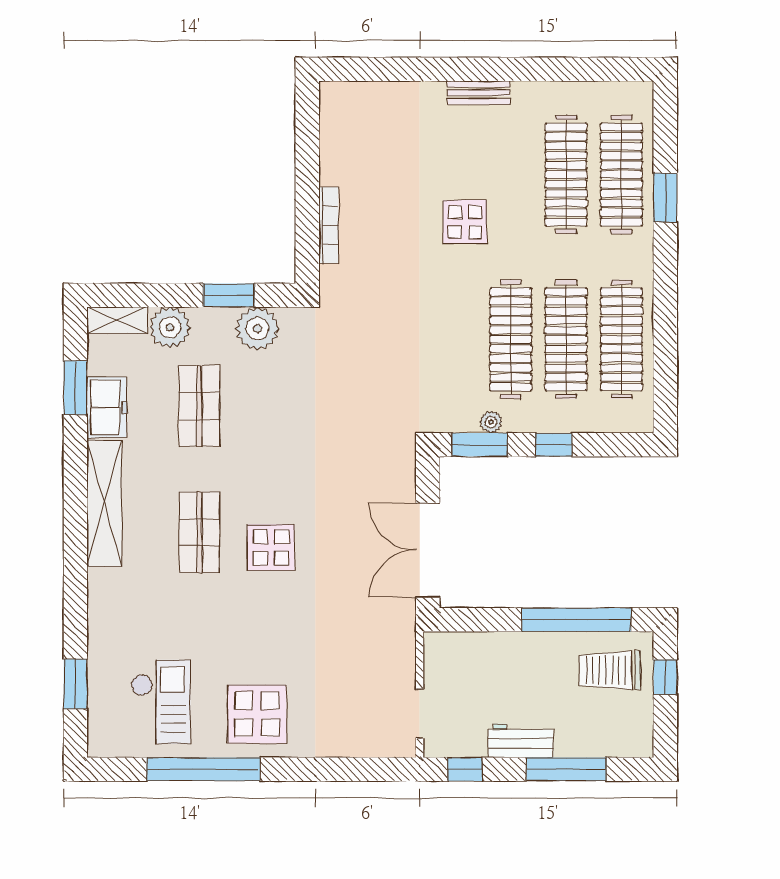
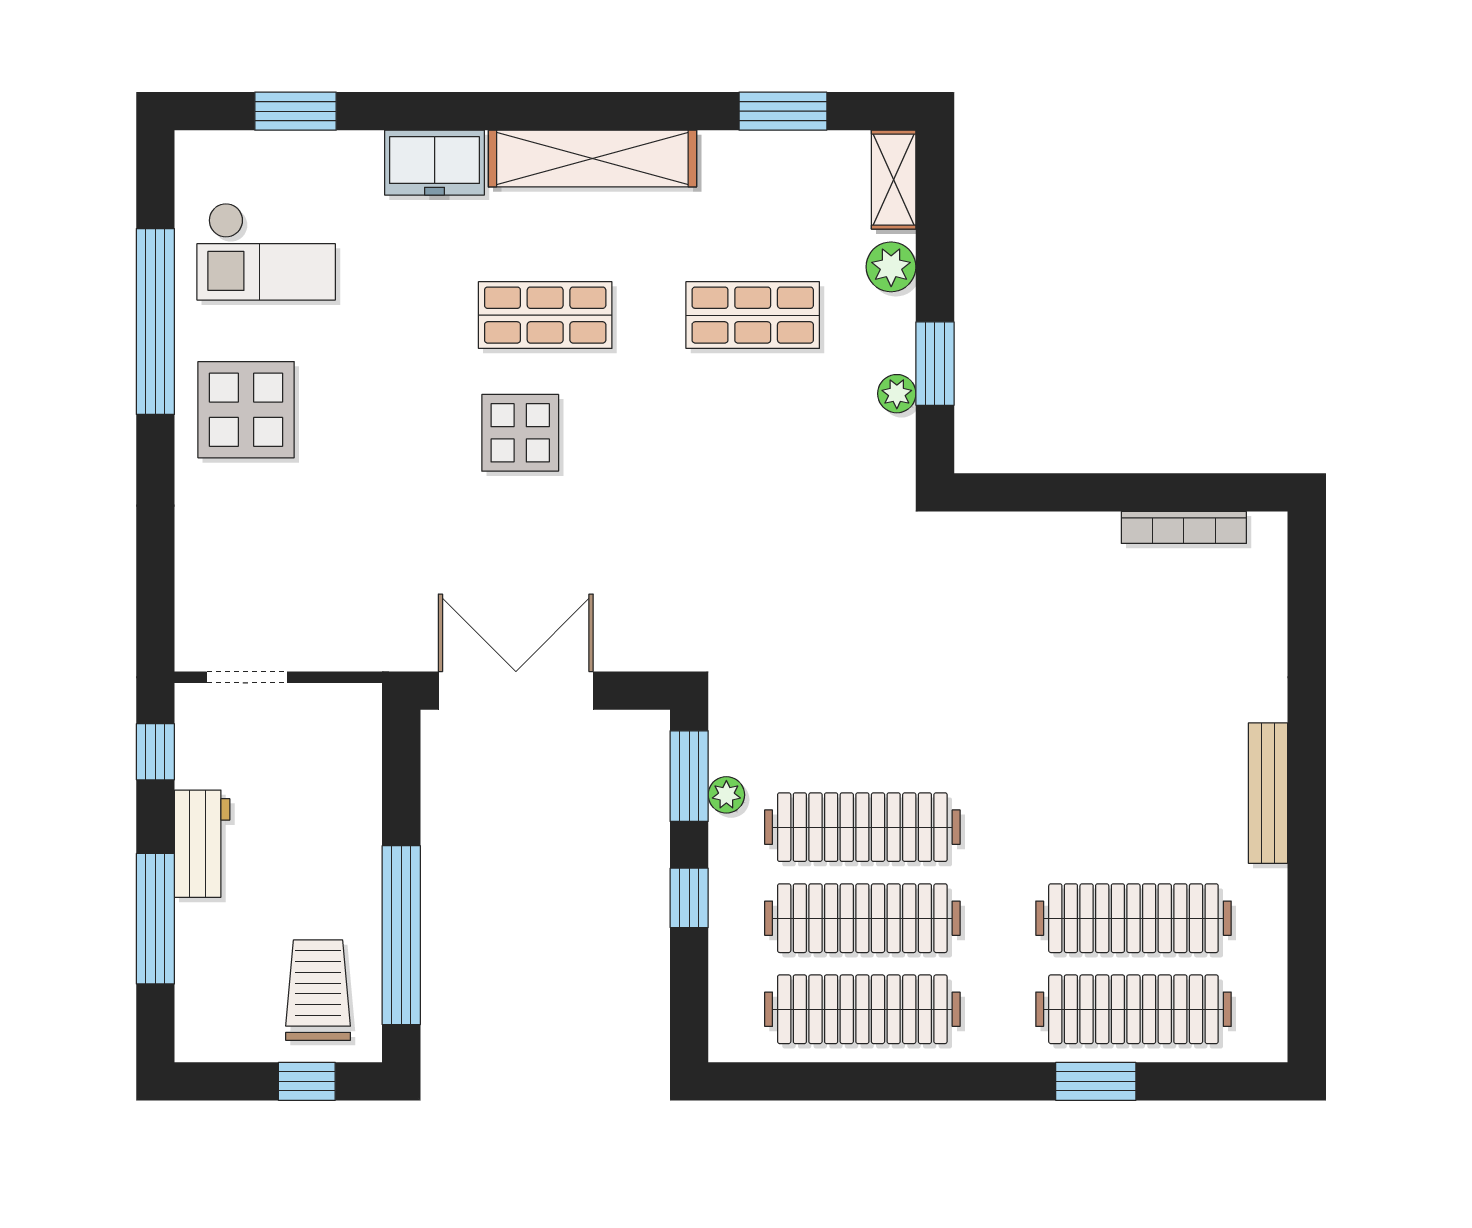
bench: (479, 93) -> (1268, 793), width x1.36
display table: (465, 222) -> (1055, 752), removed
bookcase: (329, 225) -> (1184, 527), moved
plant: (170, 327) -> (891, 267), width x0.73, depth x0.73
plant: (257, 329) -> (897, 394), width x0.53, depth x0.53
freezer: (107, 407) -> (435, 163), moved

